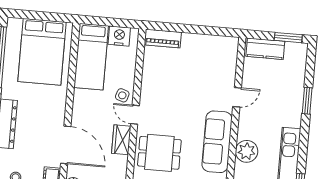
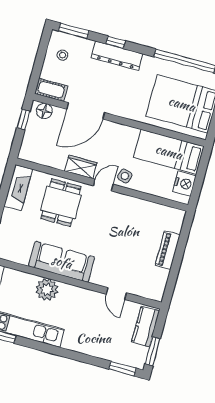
piano: (163, 38) -> (168, 250), moved
door: (237, 97) -> (116, 293), moved
window: (307, 101) -> (122, 369), moved

